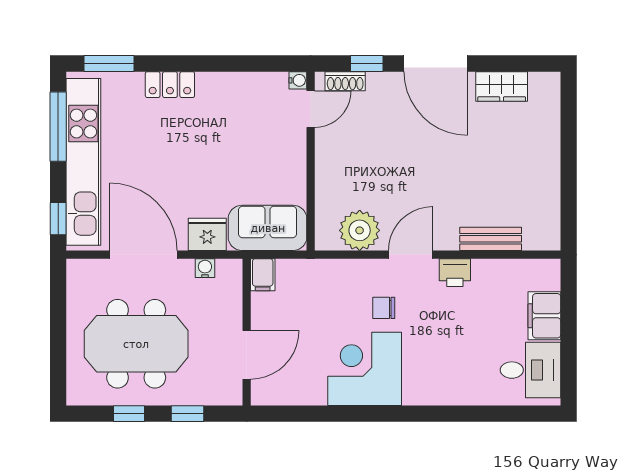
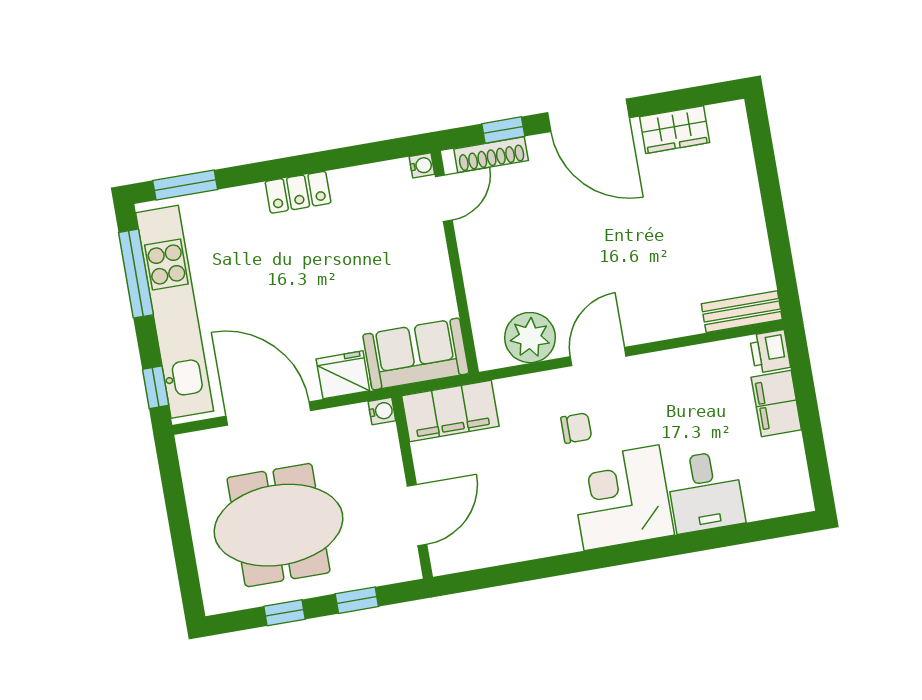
shoe rack: (345, 81) -> (491, 155), width x1.43
locker: (170, 85) -> (298, 192), moved
bench: (491, 239) -> (742, 312), moved
water cooler: (205, 268) -> (382, 411), moved, turned 90
printer: (455, 273) -> (770, 351), moved, turned 90
filing cabinet: (263, 275) -> (450, 411), width x3.00, depth x1.17
chair: (384, 308) -> (576, 428), turned 180
corner desk: (365, 369) -> (621, 498), moved
desk: (530, 370) -> (705, 492), moved, turned 90

